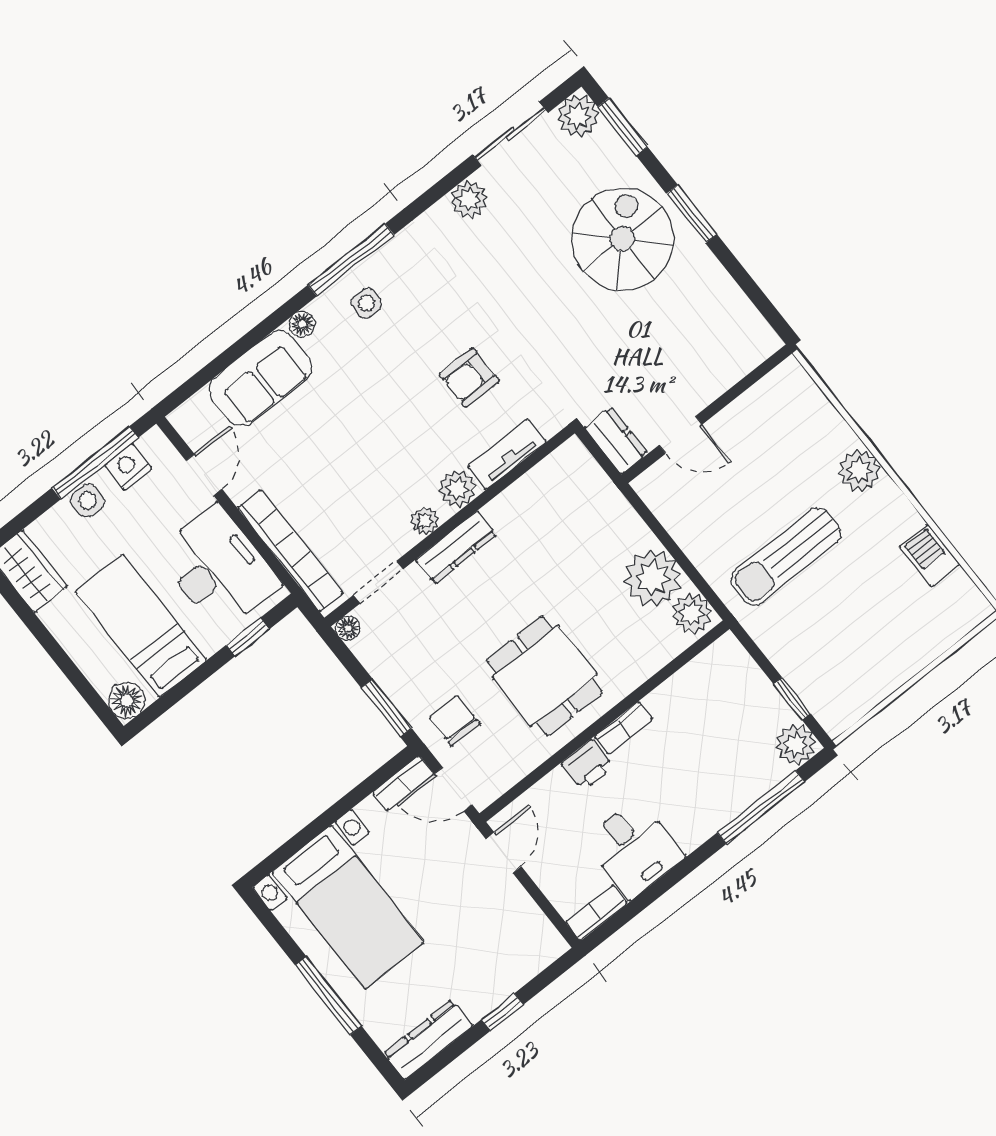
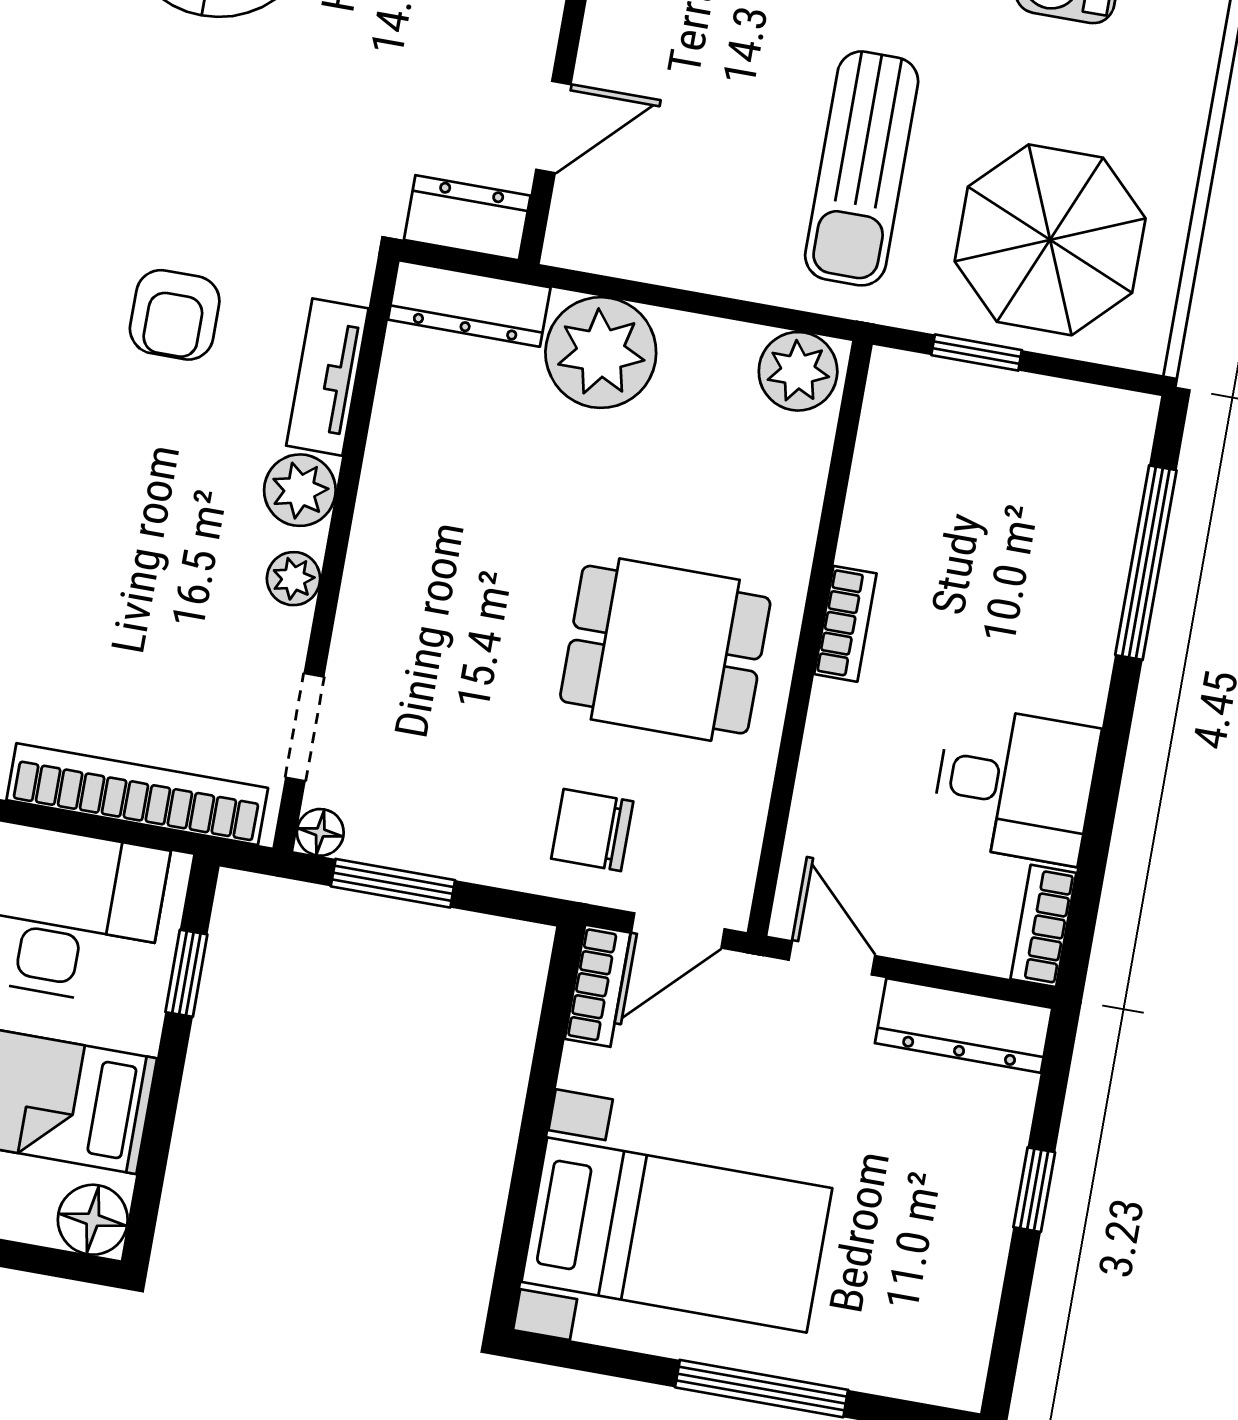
dresser: (456, 547) -> (469, 304), moved, turned 90
plant: (653, 578) -> (601, 353), moved
parasol: (835, 649) -> (1050, 240), added
window: (792, 699) -> (977, 353), moved
window: (386, 708) -> (393, 883), moved
plant: (796, 745) -> (1116, 427), removed
printer: (587, 765) -> (841, 723), removed
dresser: (428, 1040) -> (964, 1025), moved, turned -90

